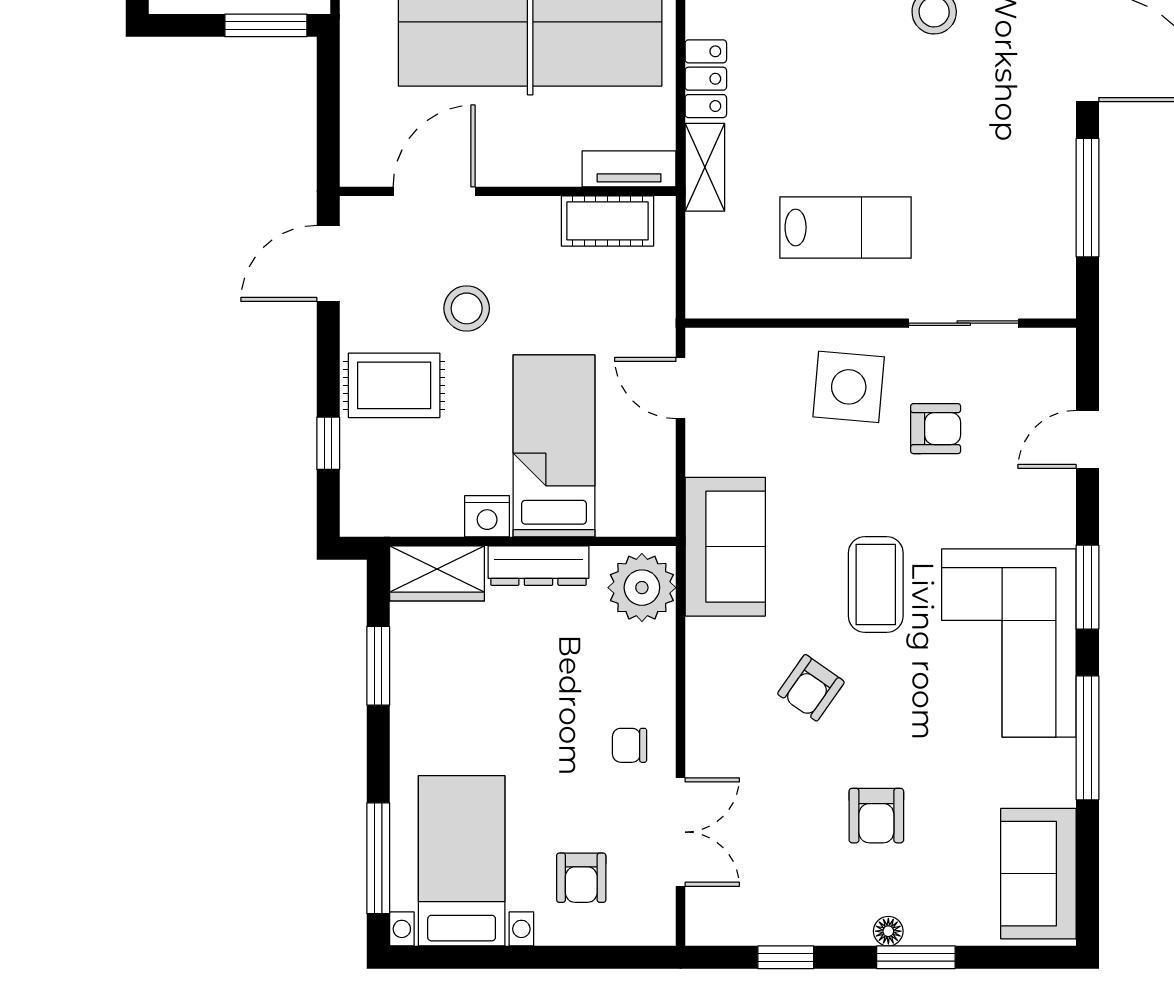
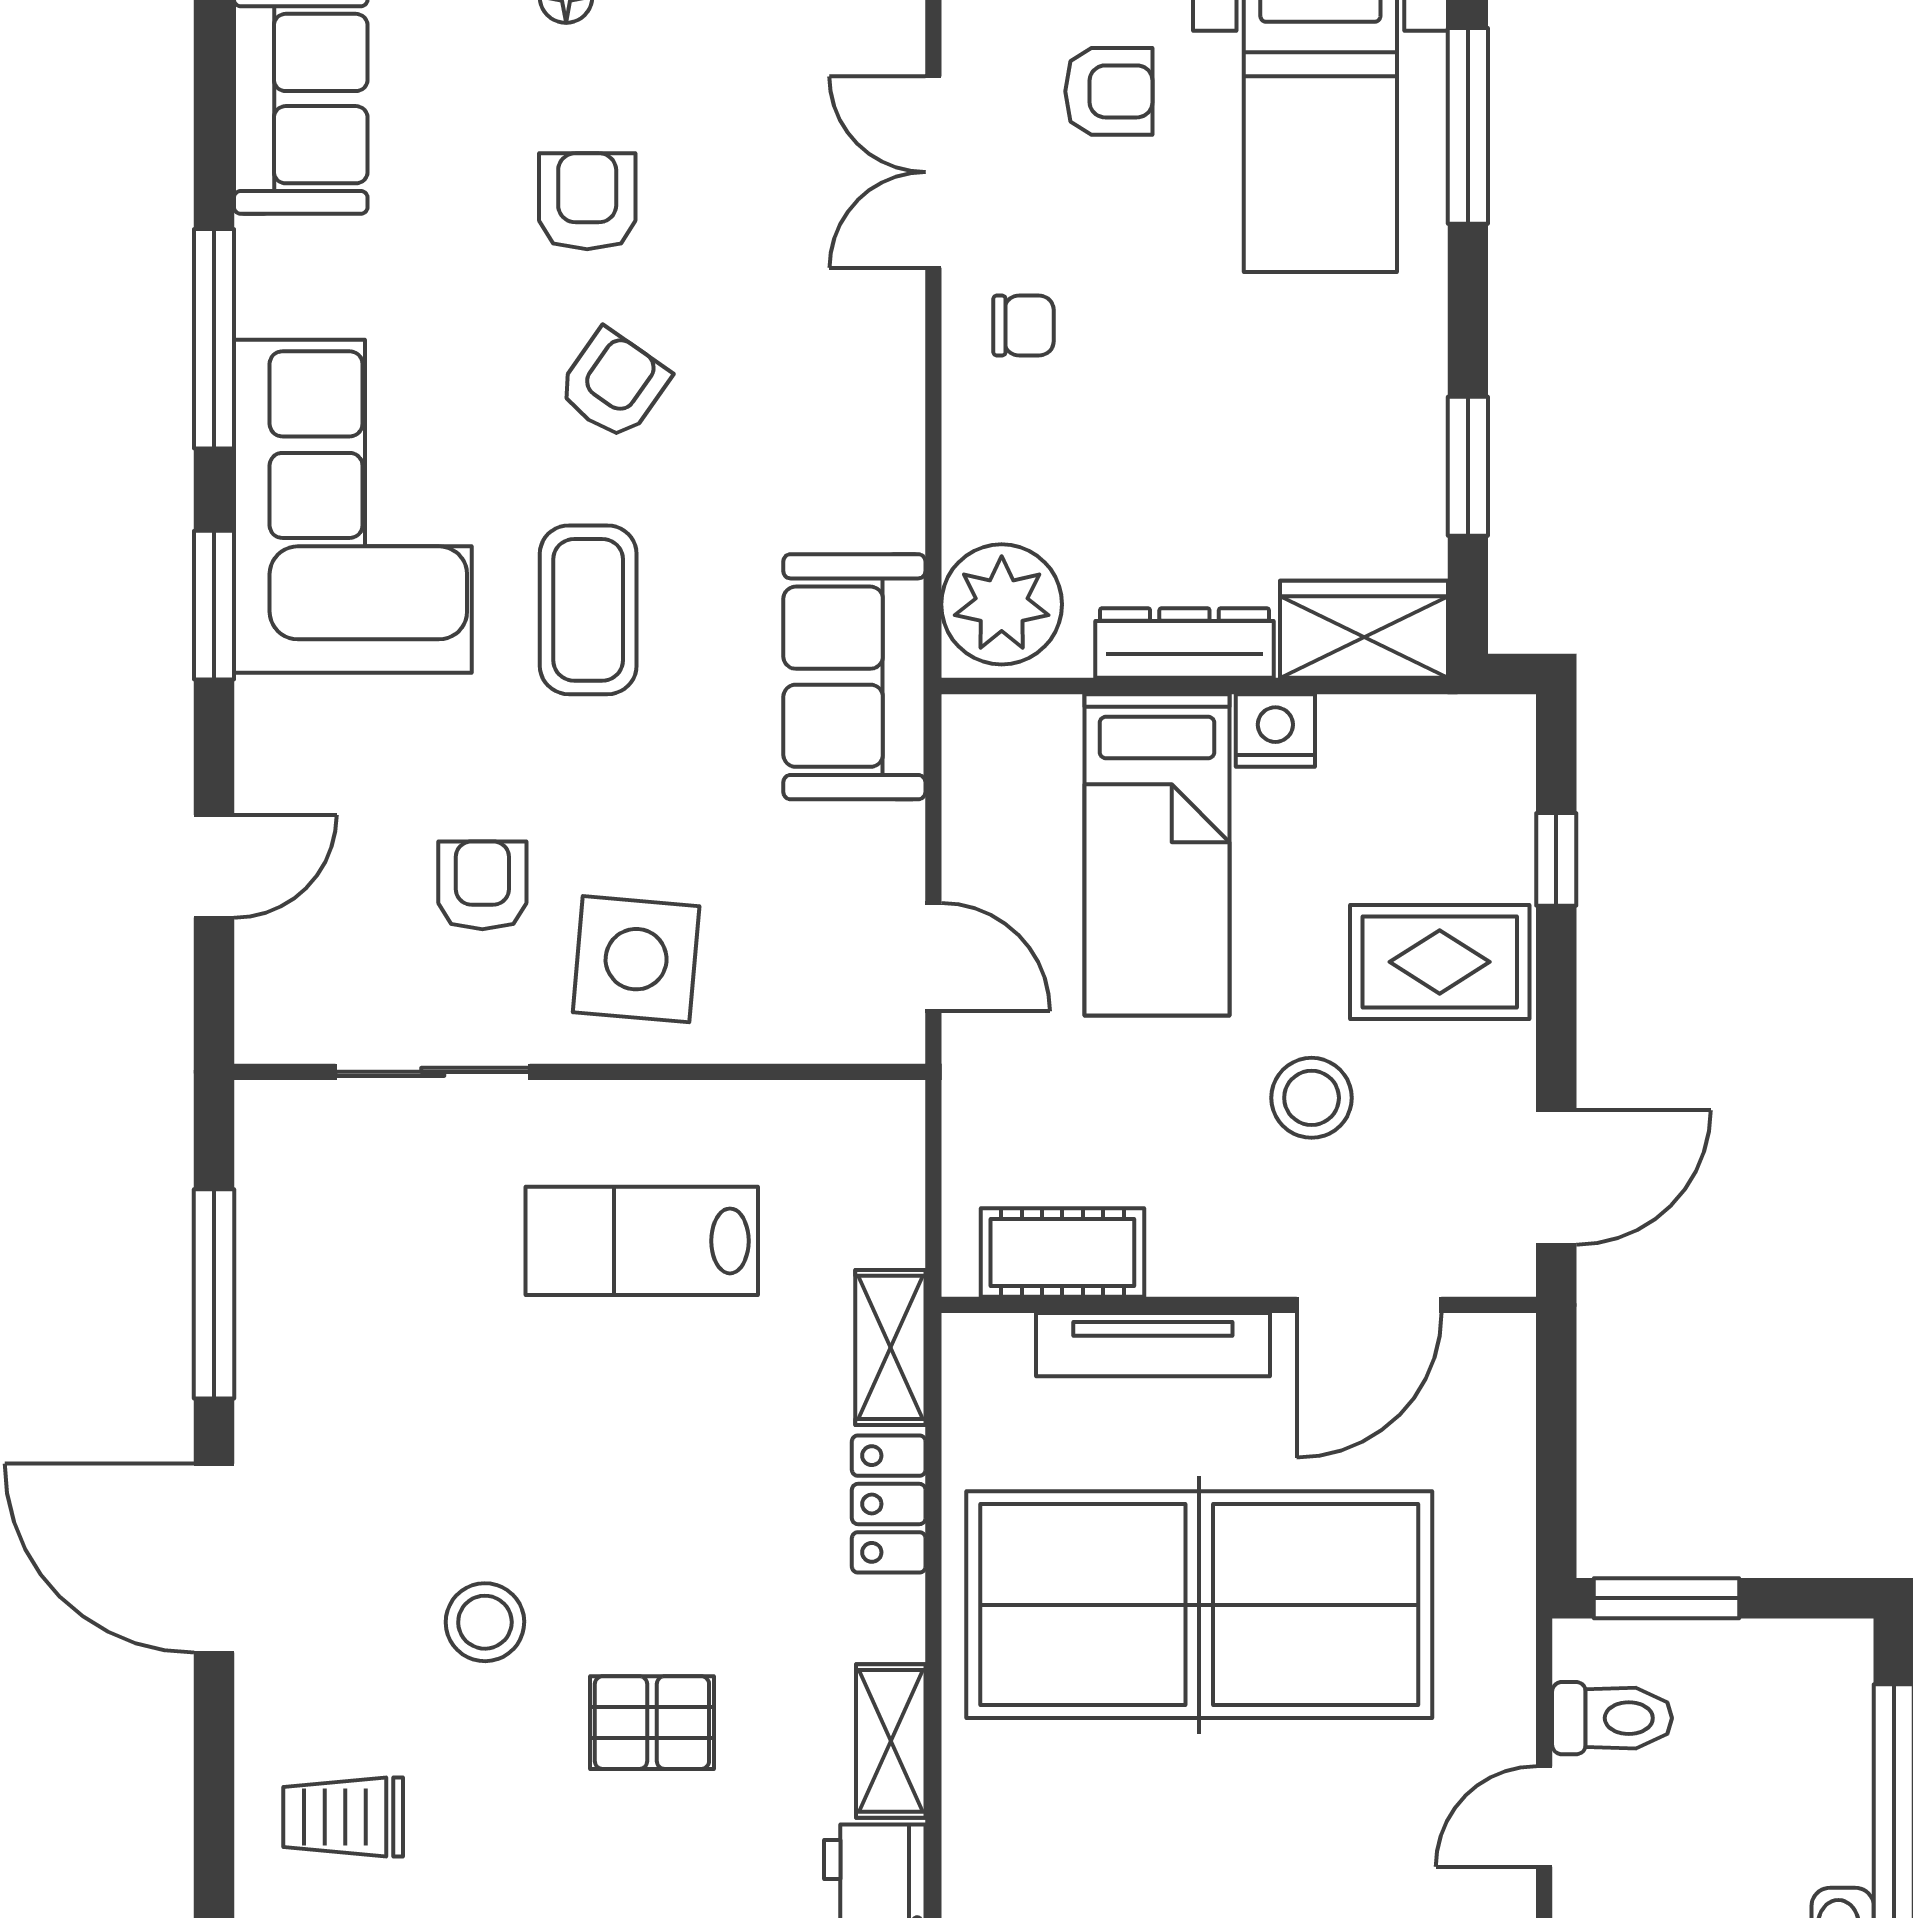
tv unit: (629, 169) -> (1153, 1345), moved, width x1.41
armchair: (936, 429) -> (482, 885), turned 90
armchair: (811, 688) -> (613, 384), moved
armchair: (581, 878) -> (1109, 91), turned 90

